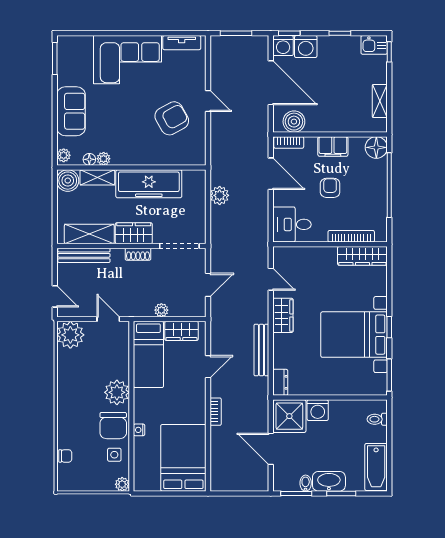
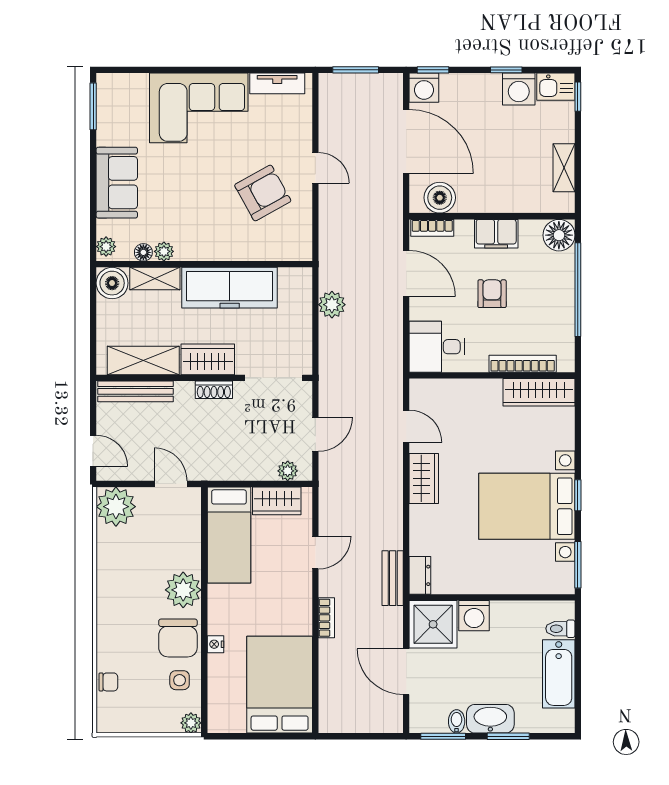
washing machine: (306, 47) -> (519, 89), moved
plant: (161, 310) -> (288, 471), moved
bench: (261, 350) -> (393, 578), moved, width x0.73
bathtub: (376, 467) -> (559, 674), moved

